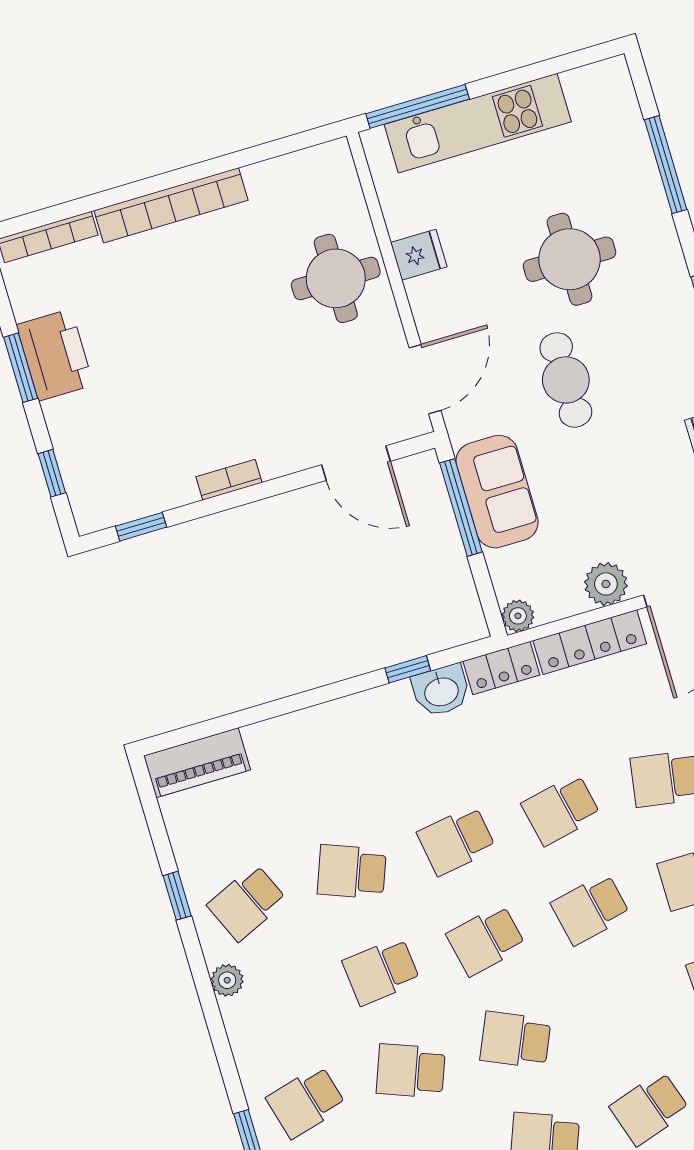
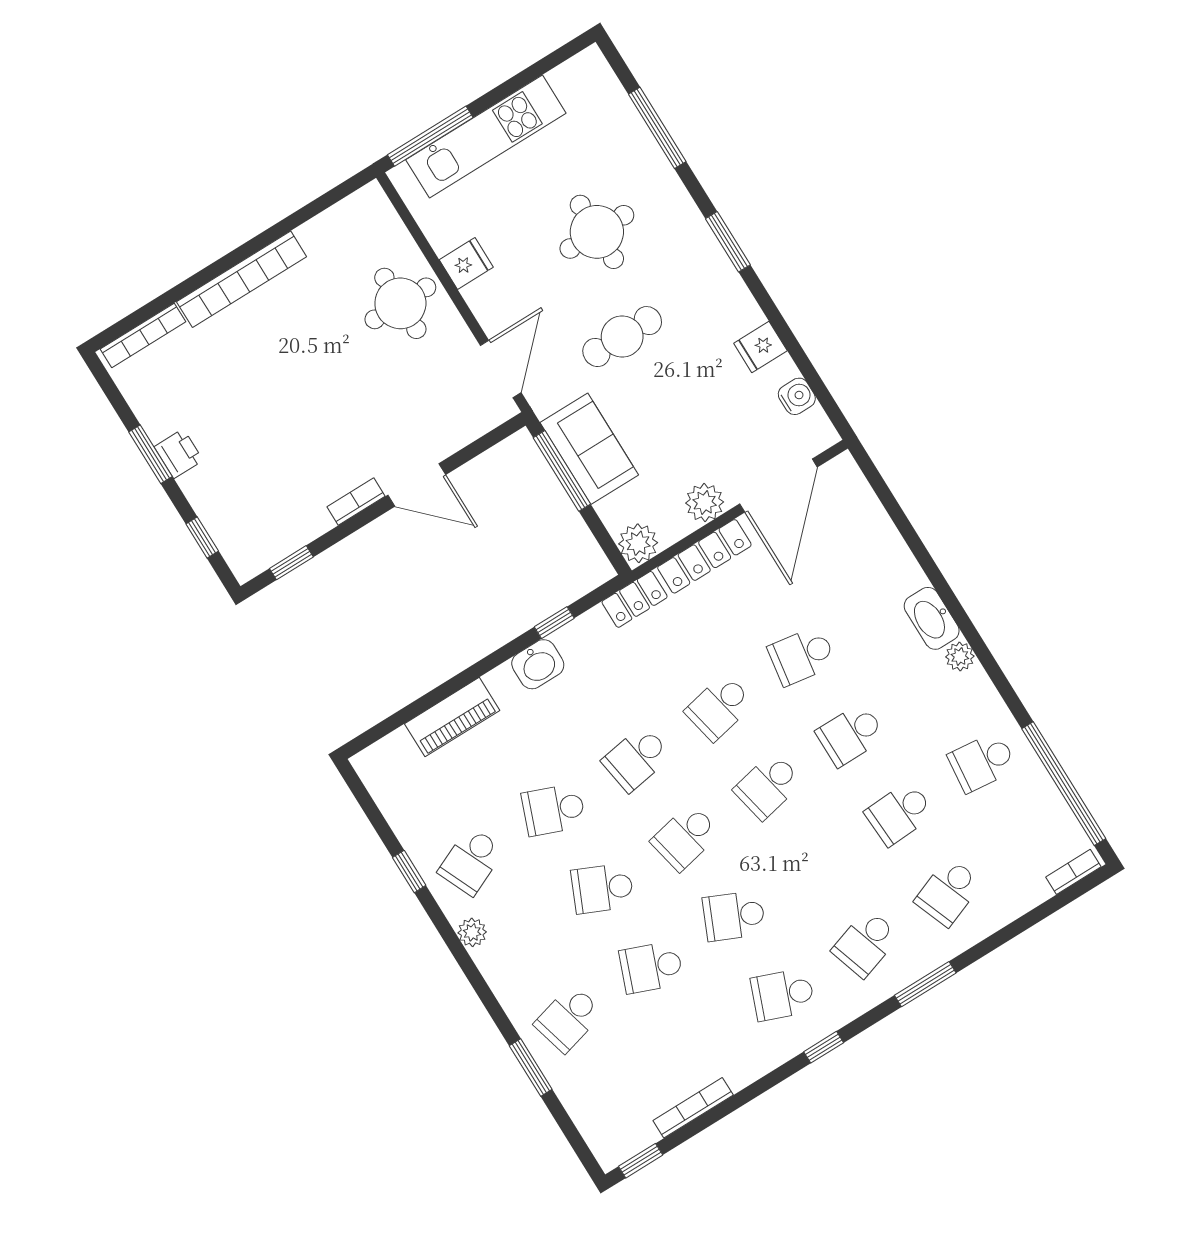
printer: (55, 355) -> (179, 454), width x0.53, depth x0.68
cafe table: (566, 380) -> (622, 337), turned 90
door: (356, 463) -> (417, 485), moved
plant: (518, 616) -> (638, 543), width x1.38, depth x1.38
washbasin: (441, 691) -> (538, 664), moved
piano: (197, 763) -> (452, 717), moved
school desk: (381, 971) -> (602, 888), turned 30

